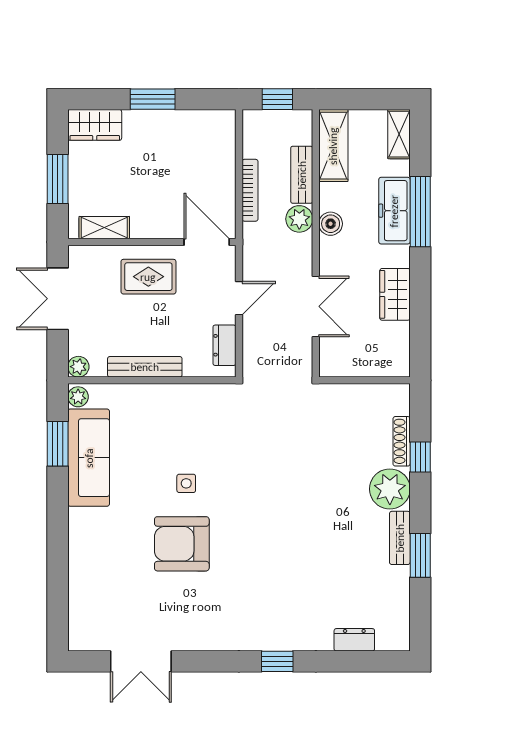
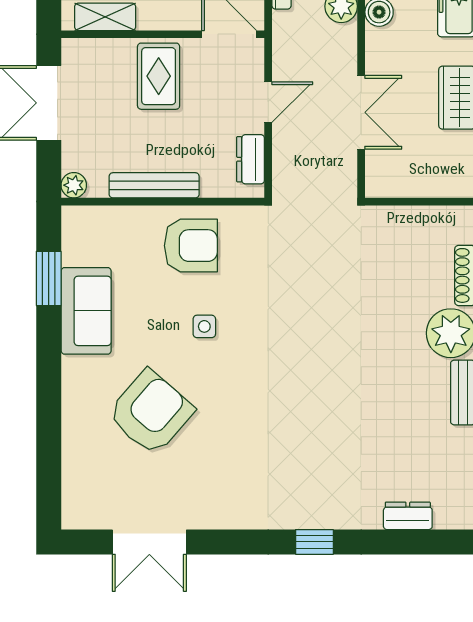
rug: (148, 277) -> (159, 76), turned 90
plant: (78, 397) -> (73, 222), removed
armchair: (175, 417) -> (191, 246), added
sofa: (89, 458) -> (86, 311), width x0.73
armchair: (182, 544) -> (151, 412), moved, turned 131

